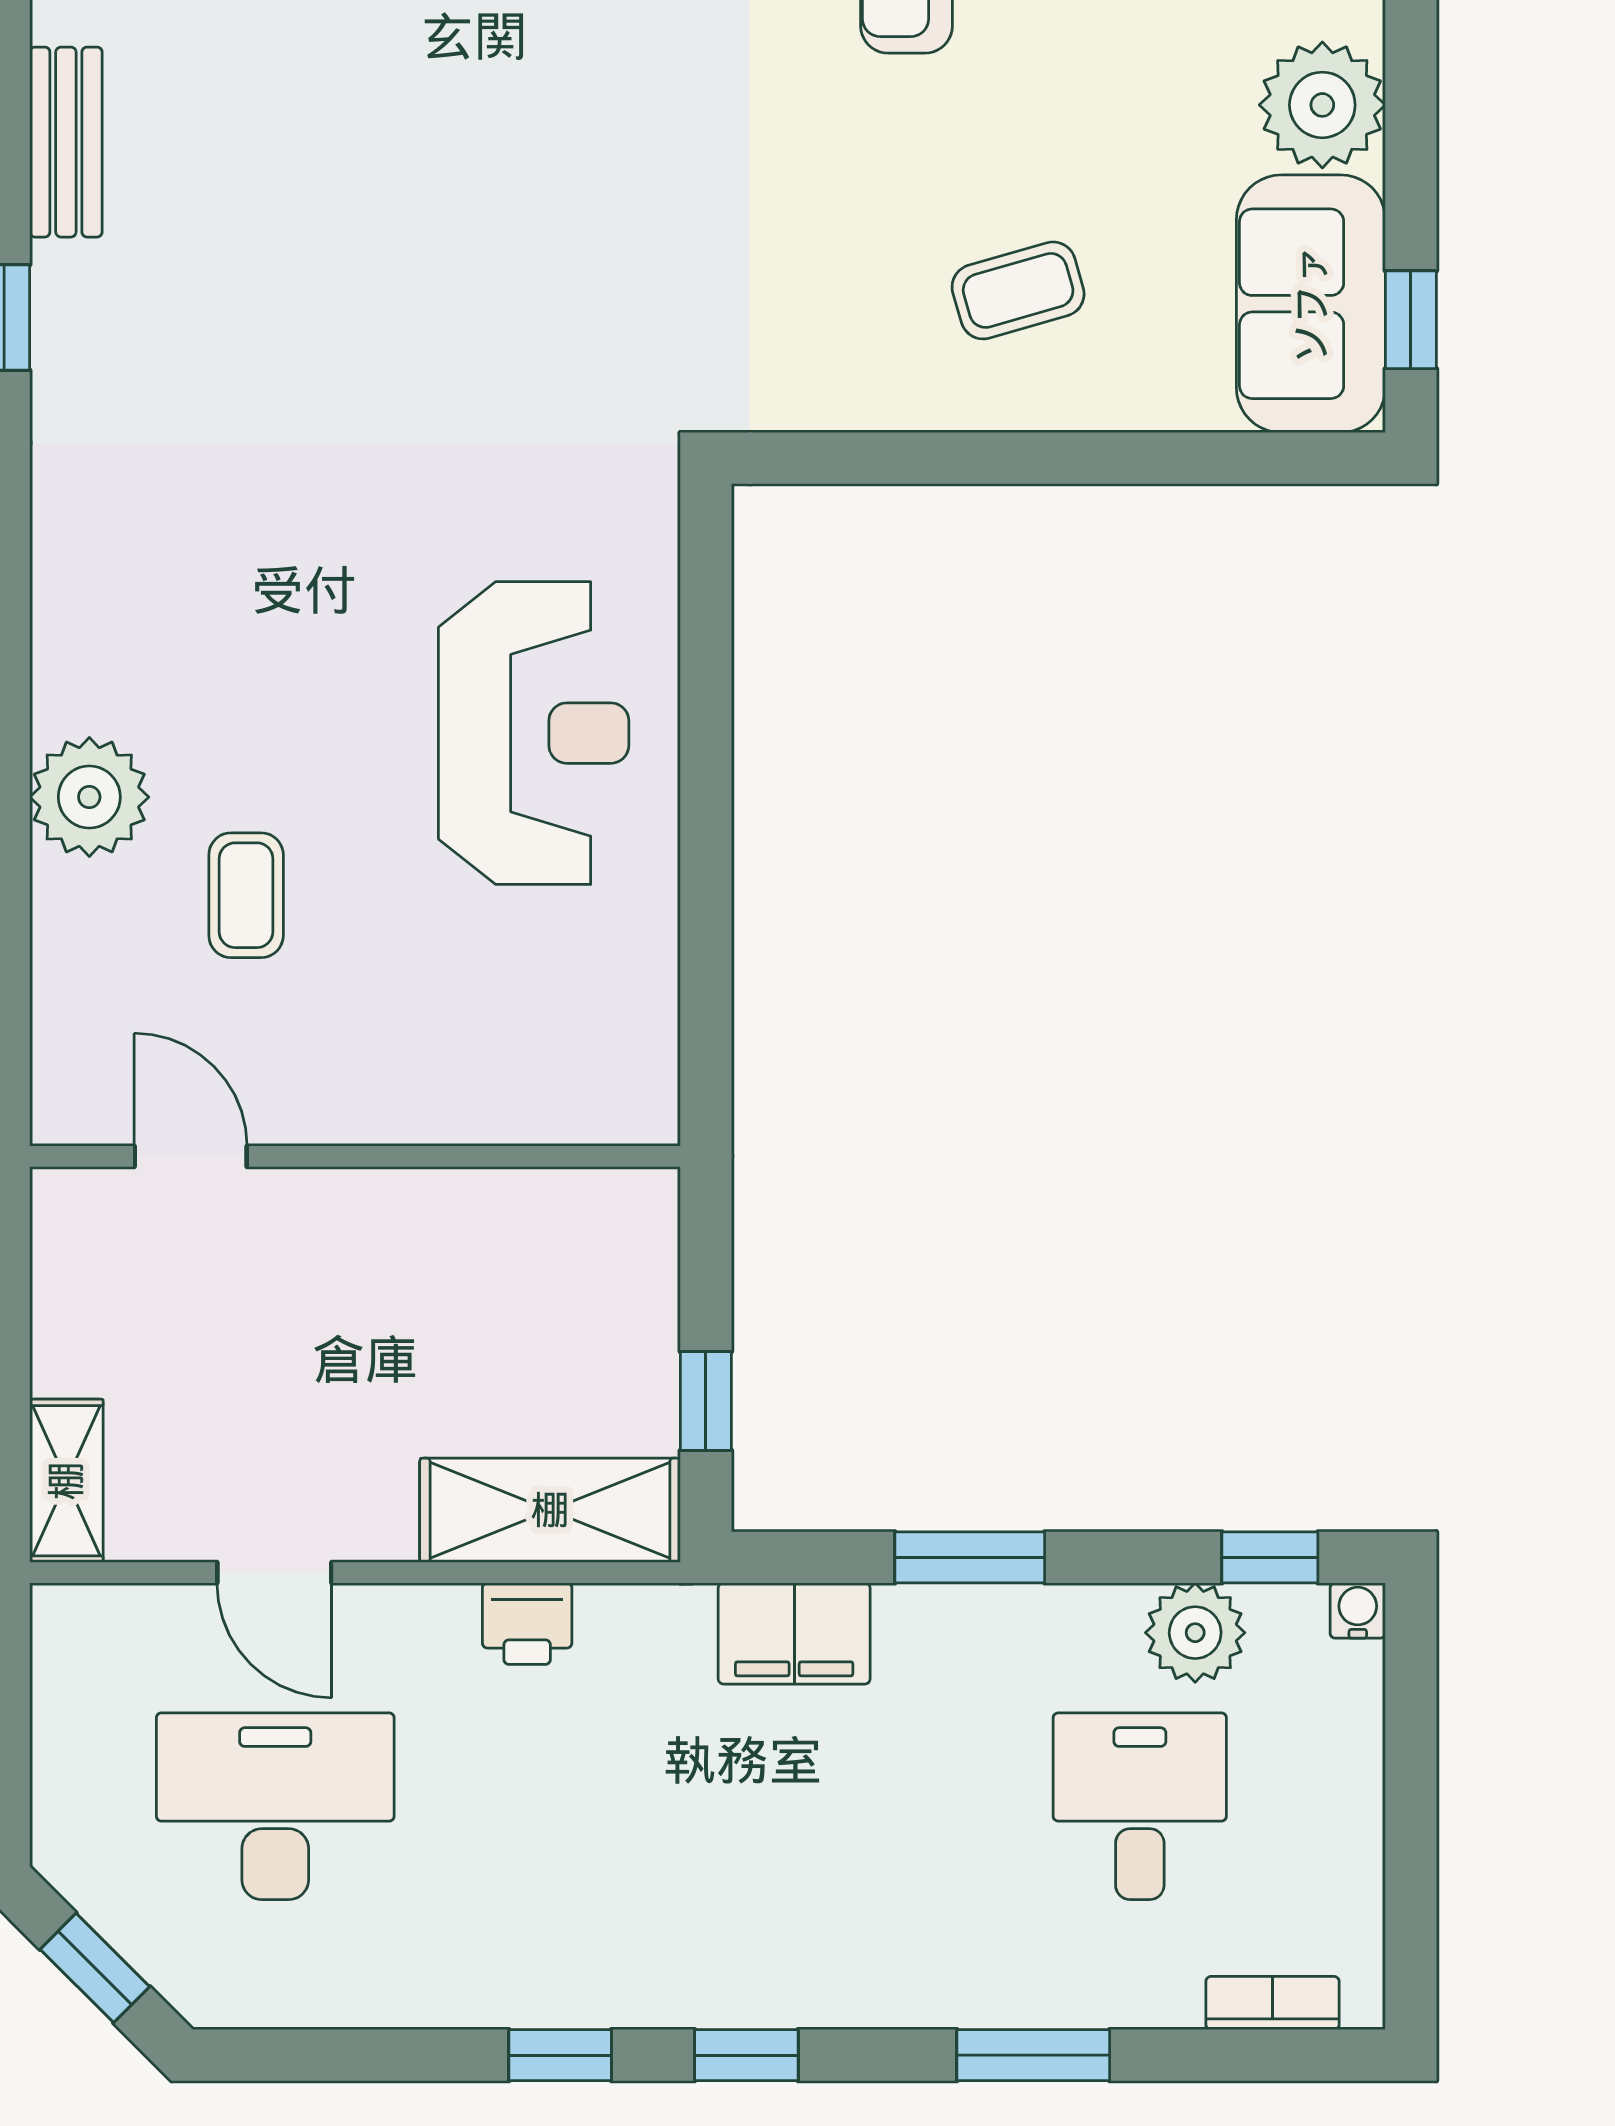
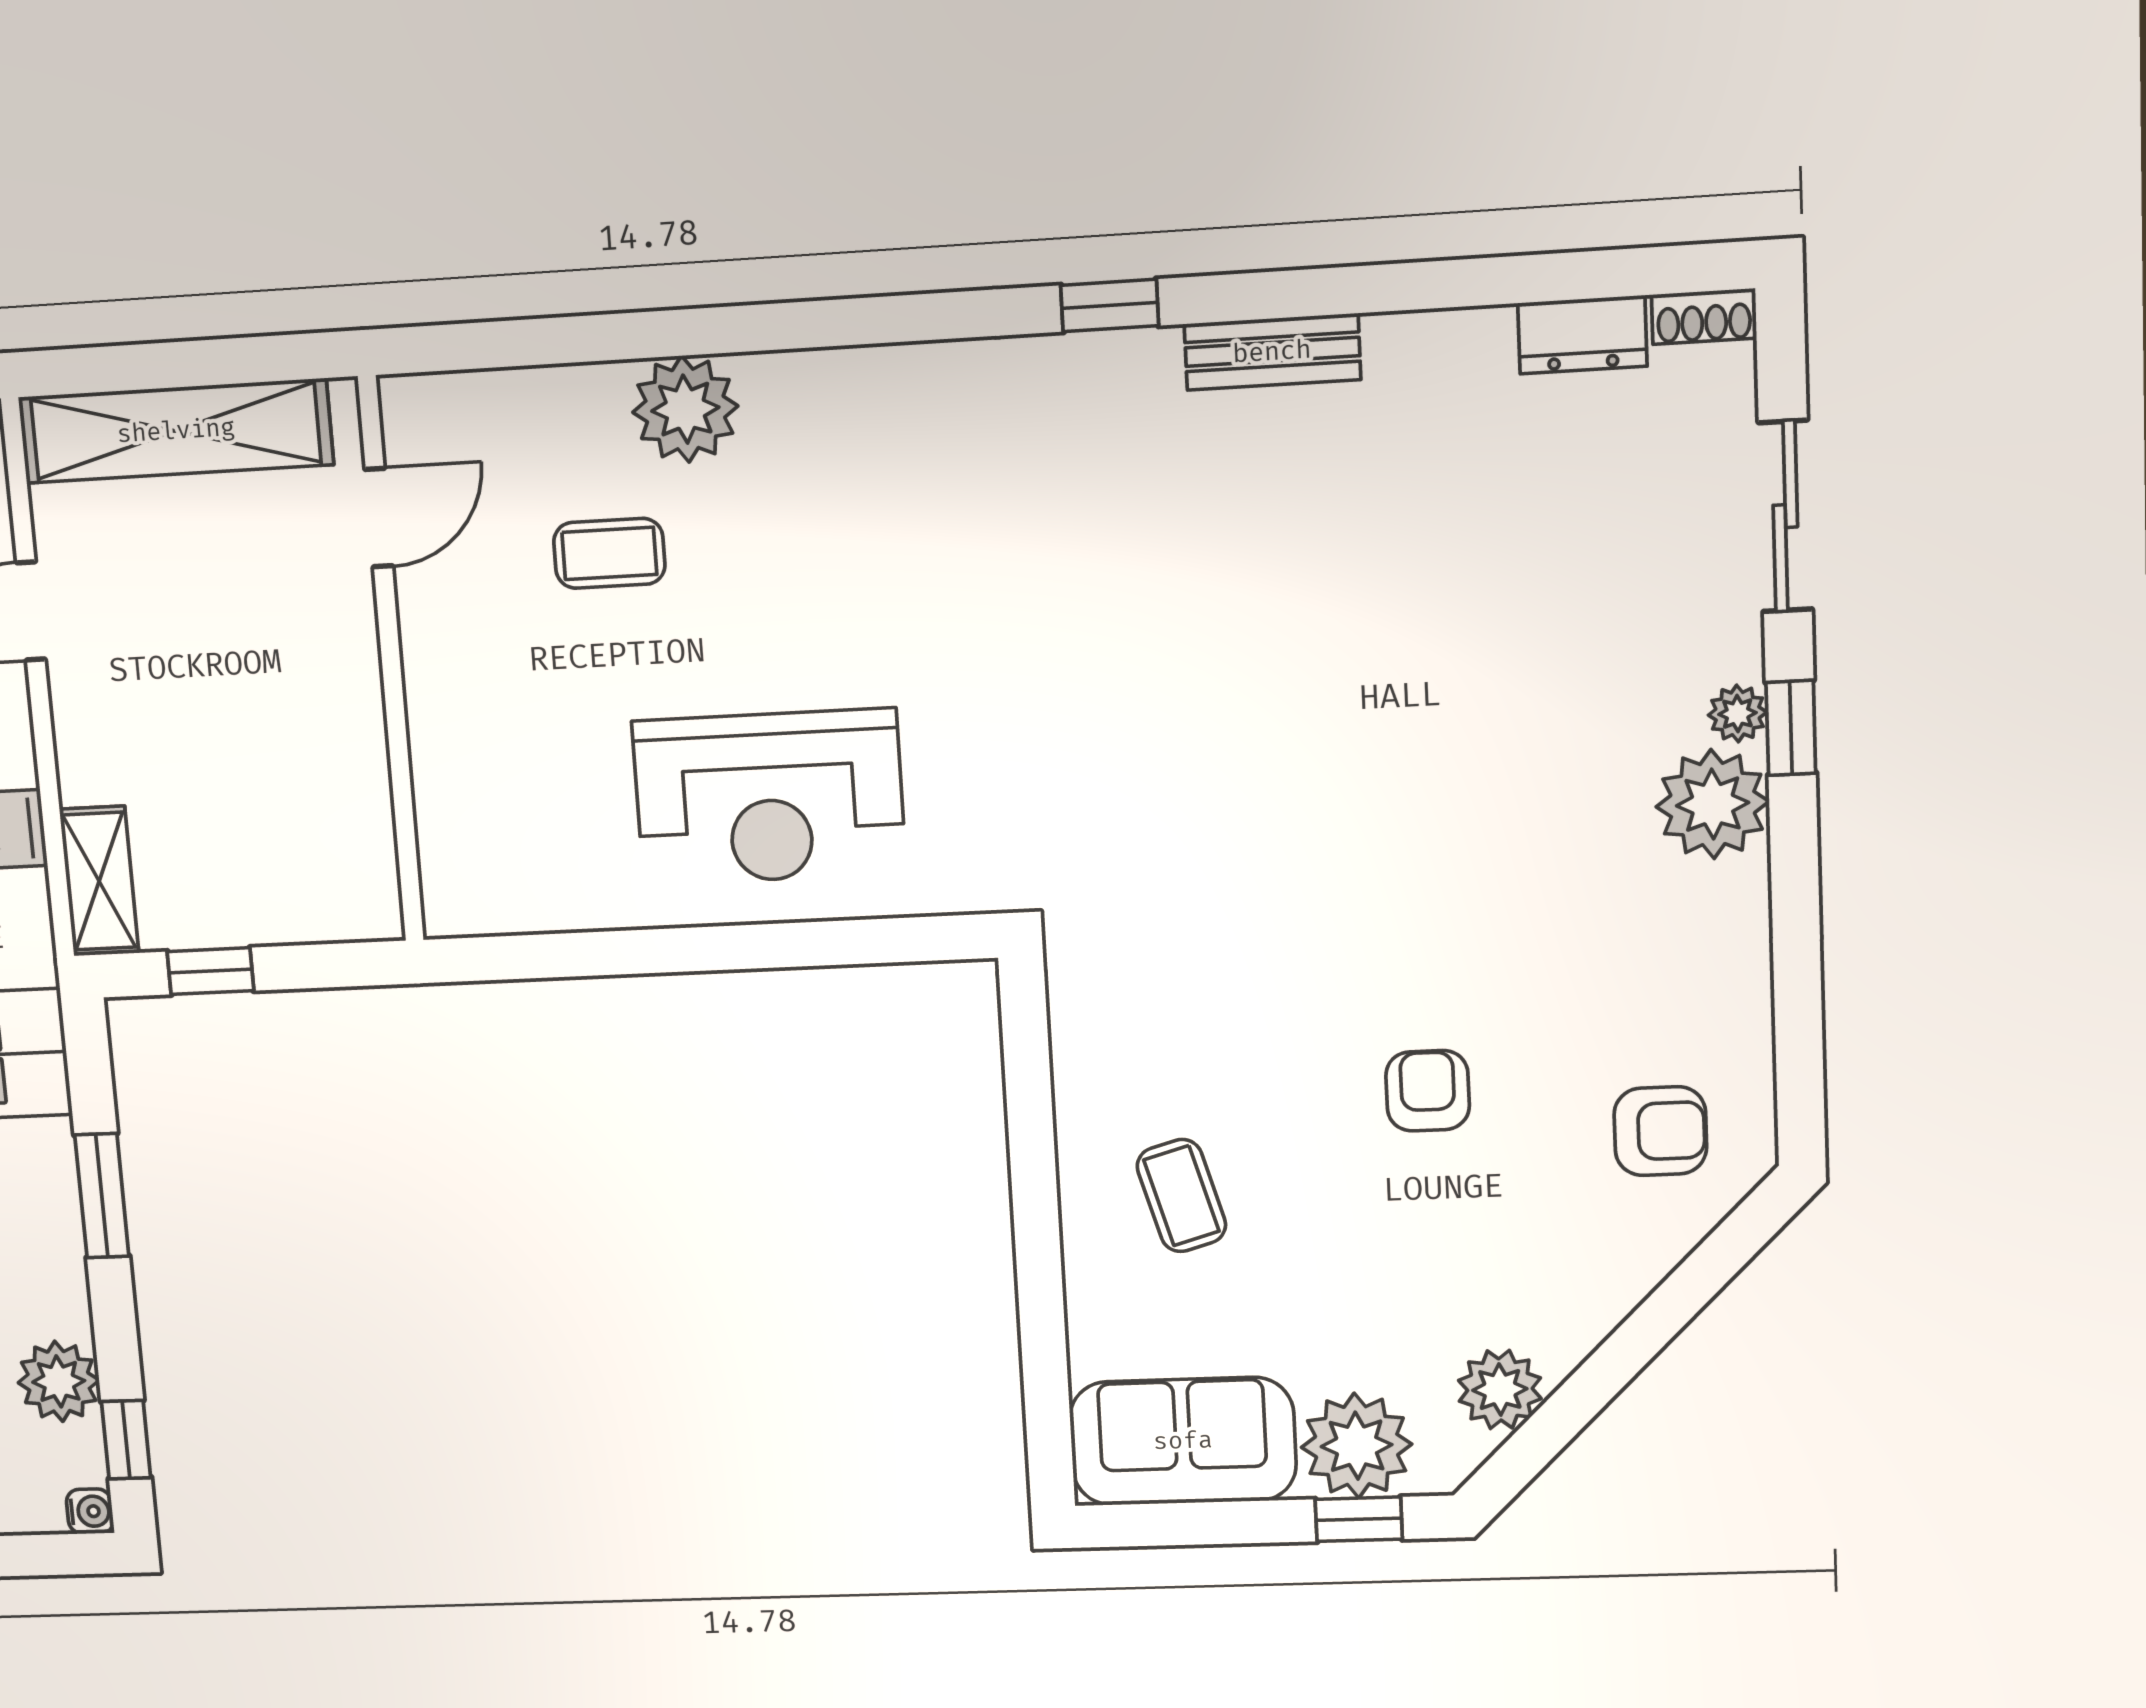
window: (1411, 320) -> (1359, 1519), moved
shelving: (66, 1481) -> (176, 431), width x2.20, depth x1.33
shelving: (550, 1510) -> (99, 881), width x0.67, depth x0.75

